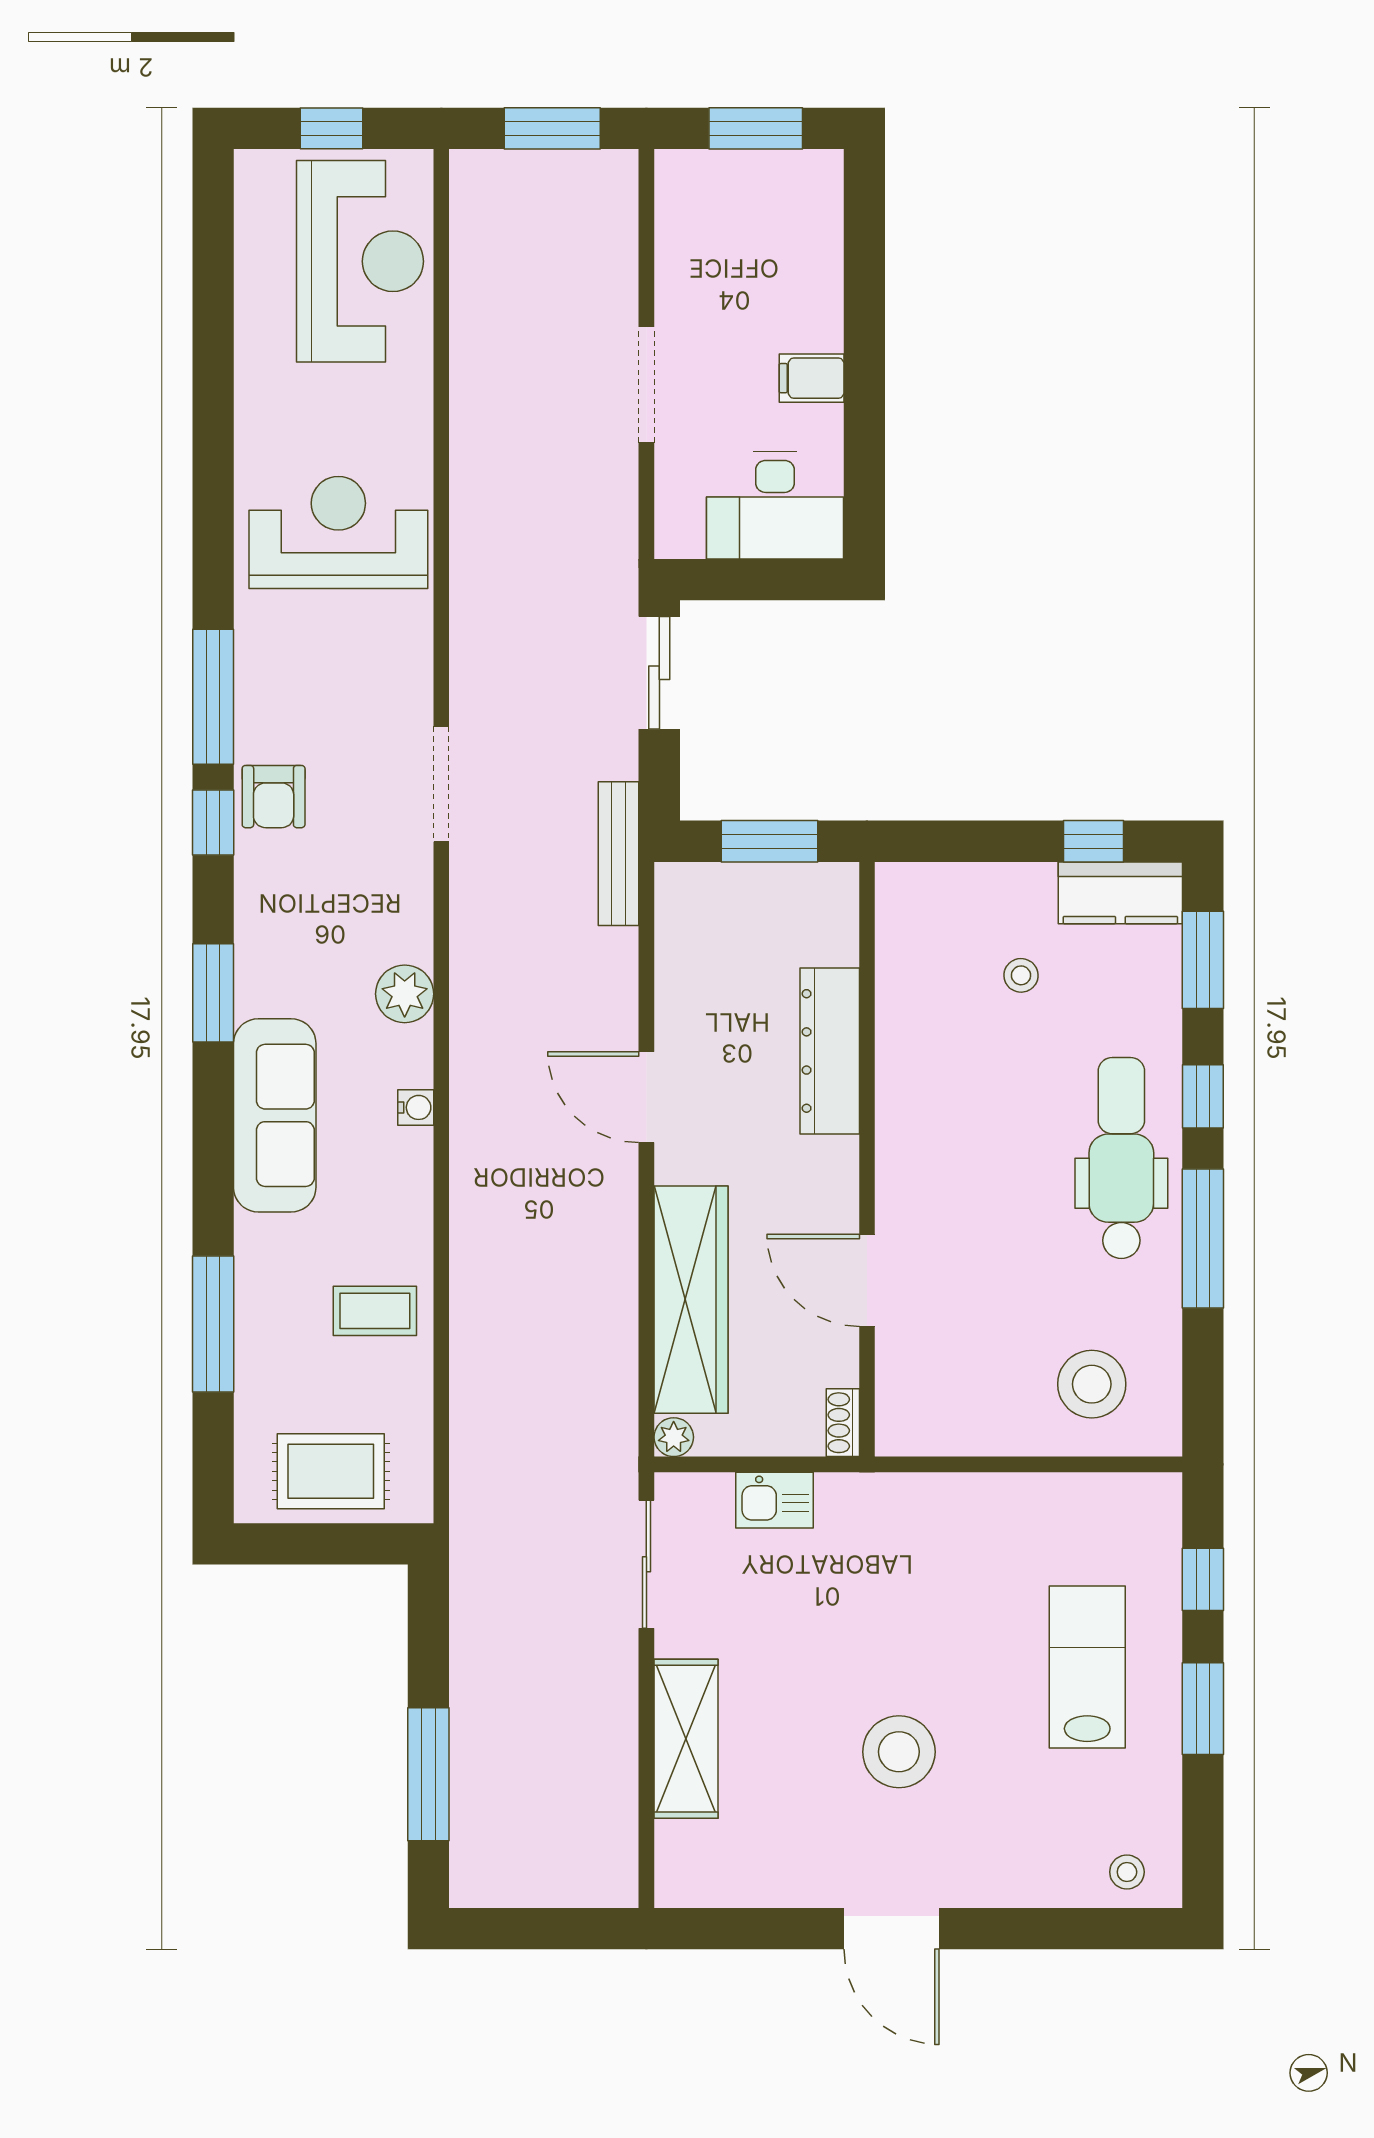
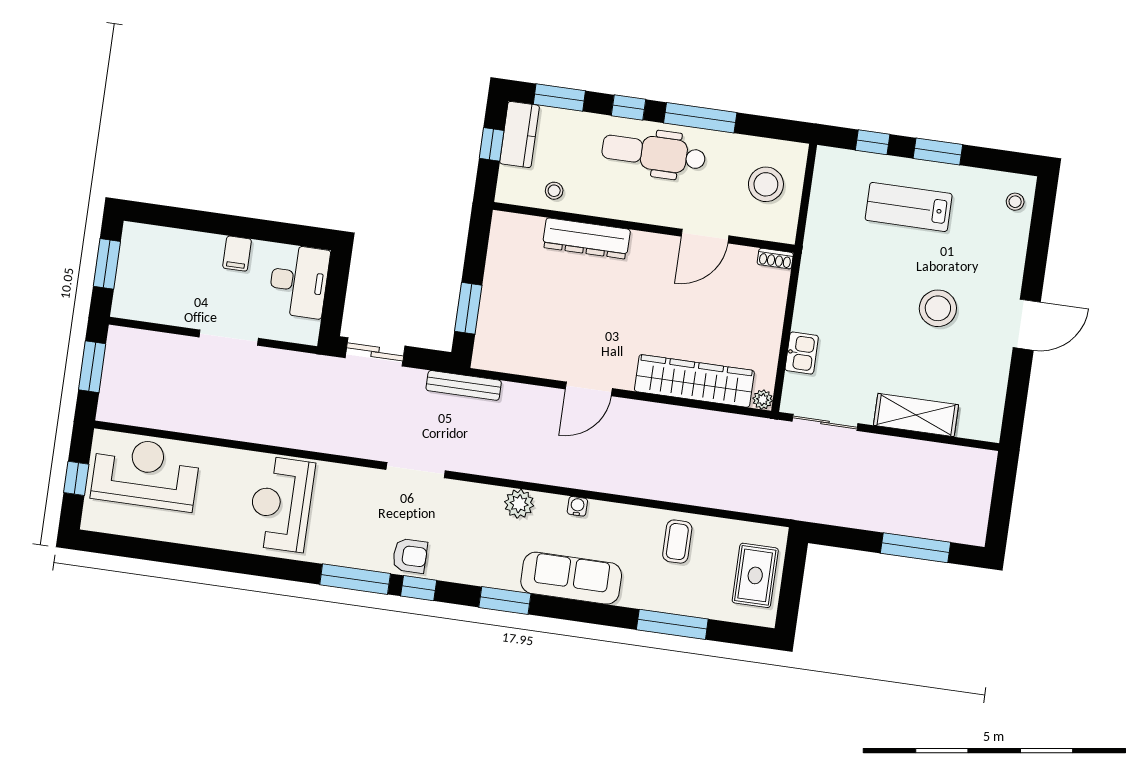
dresser: (830, 1051) -> (586, 238), moved
wall: (867, 1159) -> (644, 227), moved
door: (867, 1280) -> (705, 236), moved
shoe rack: (843, 1423) -> (775, 259), moved

